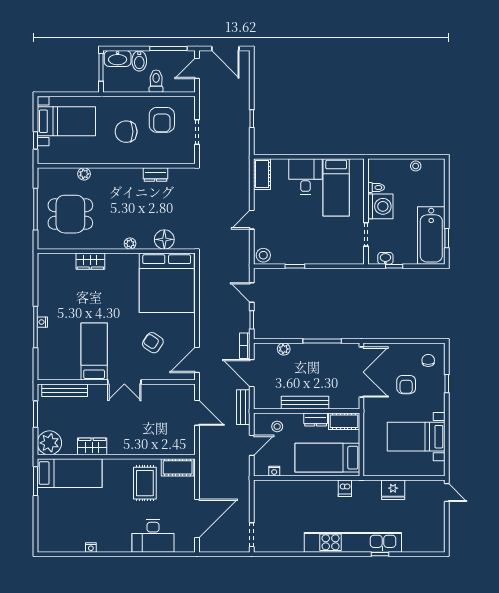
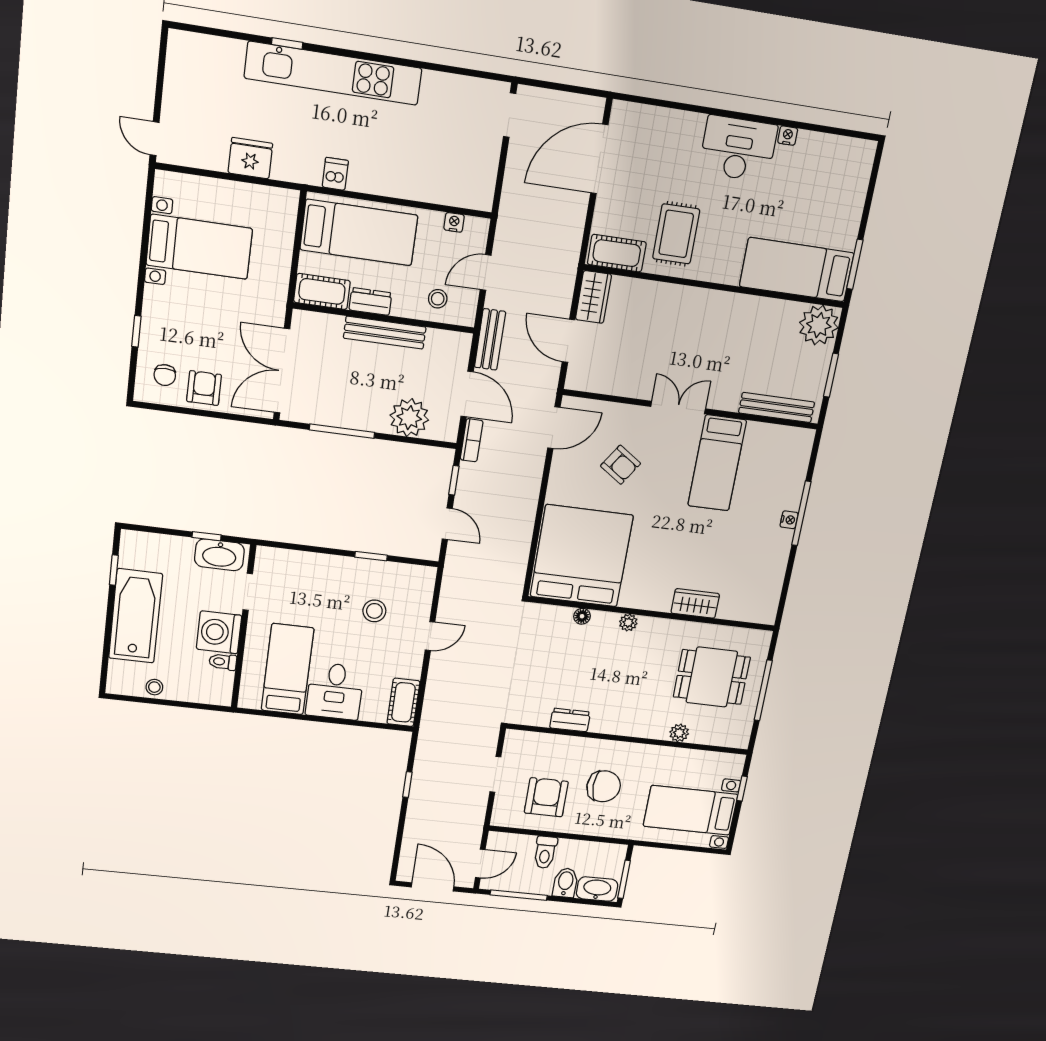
bathtub: (431, 236) -> (136, 616), moved
floor lamp: (164, 239) -> (582, 616), width x0.53, depth x0.53
stool: (263, 255) -> (374, 611), moved
washbasin: (385, 258) -> (219, 555), width x1.91, depth x1.45
plant: (284, 349) -> (409, 418), width x1.88, depth x1.88
armchair: (406, 385) -> (204, 388), moved
wardrobe: (92, 446) -> (594, 297), moved, turned -90
desk: (153, 536) -> (738, 149), moved

